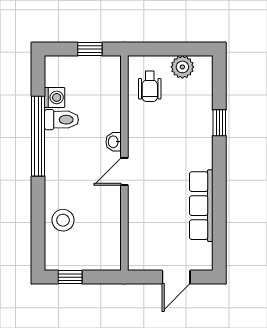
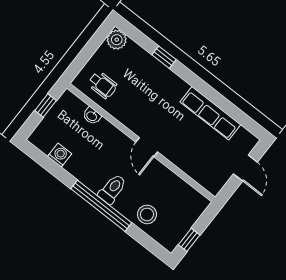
plant: (182, 67) -> (117, 40), moved
toilet: (61, 120) -> (112, 189), moved
window: (38, 136) -> (101, 206), moved
washbasin: (114, 142) -> (92, 116), moved

